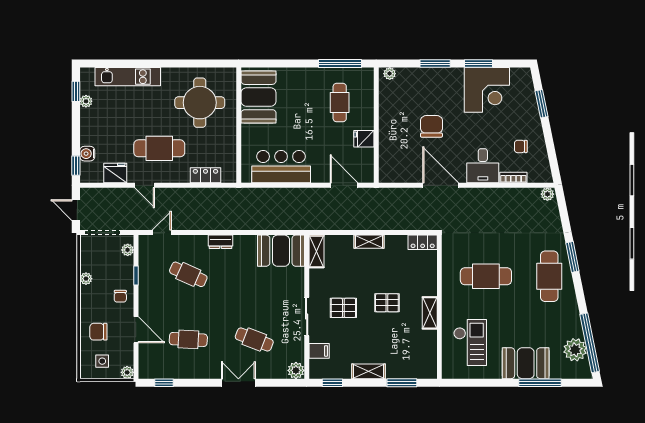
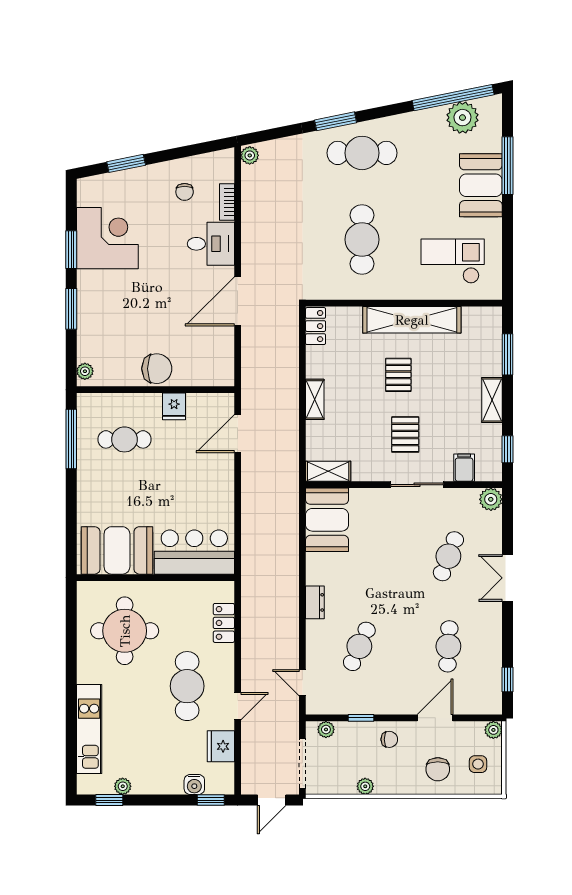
chair: (431, 126) -> (157, 369), moved, turned 180
bar counter: (281, 167) -> (194, 552), moved, turned 90
shelving: (430, 313) -> (412, 320), width x2.20, depth x1.33

